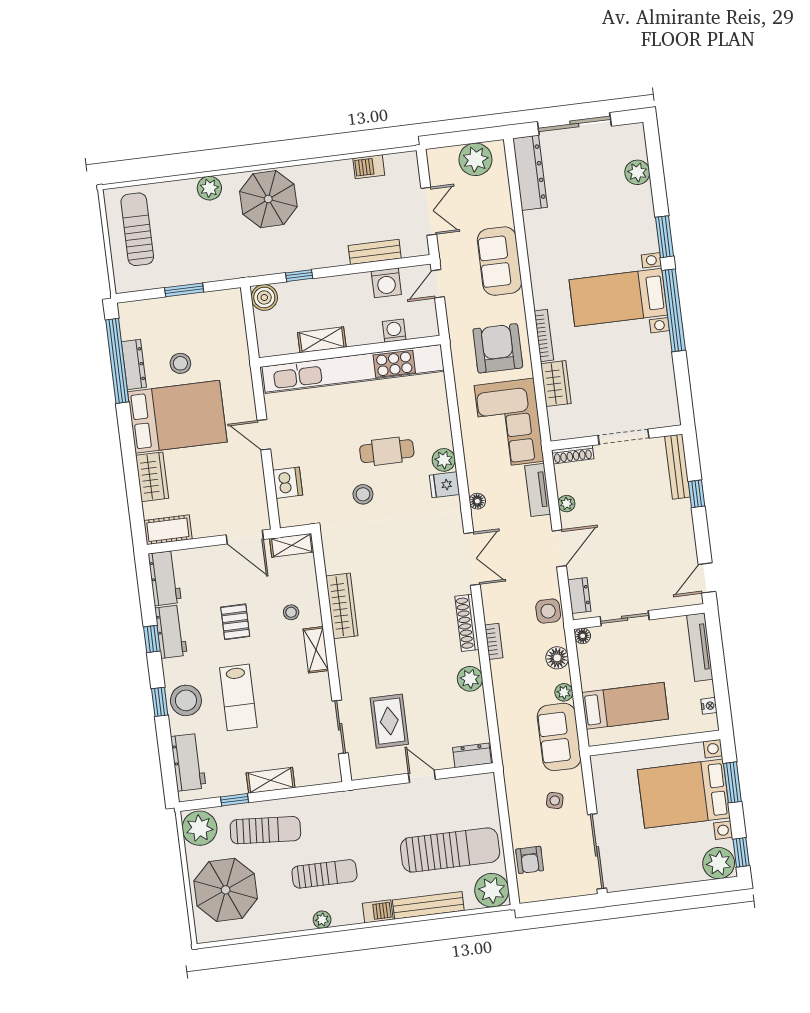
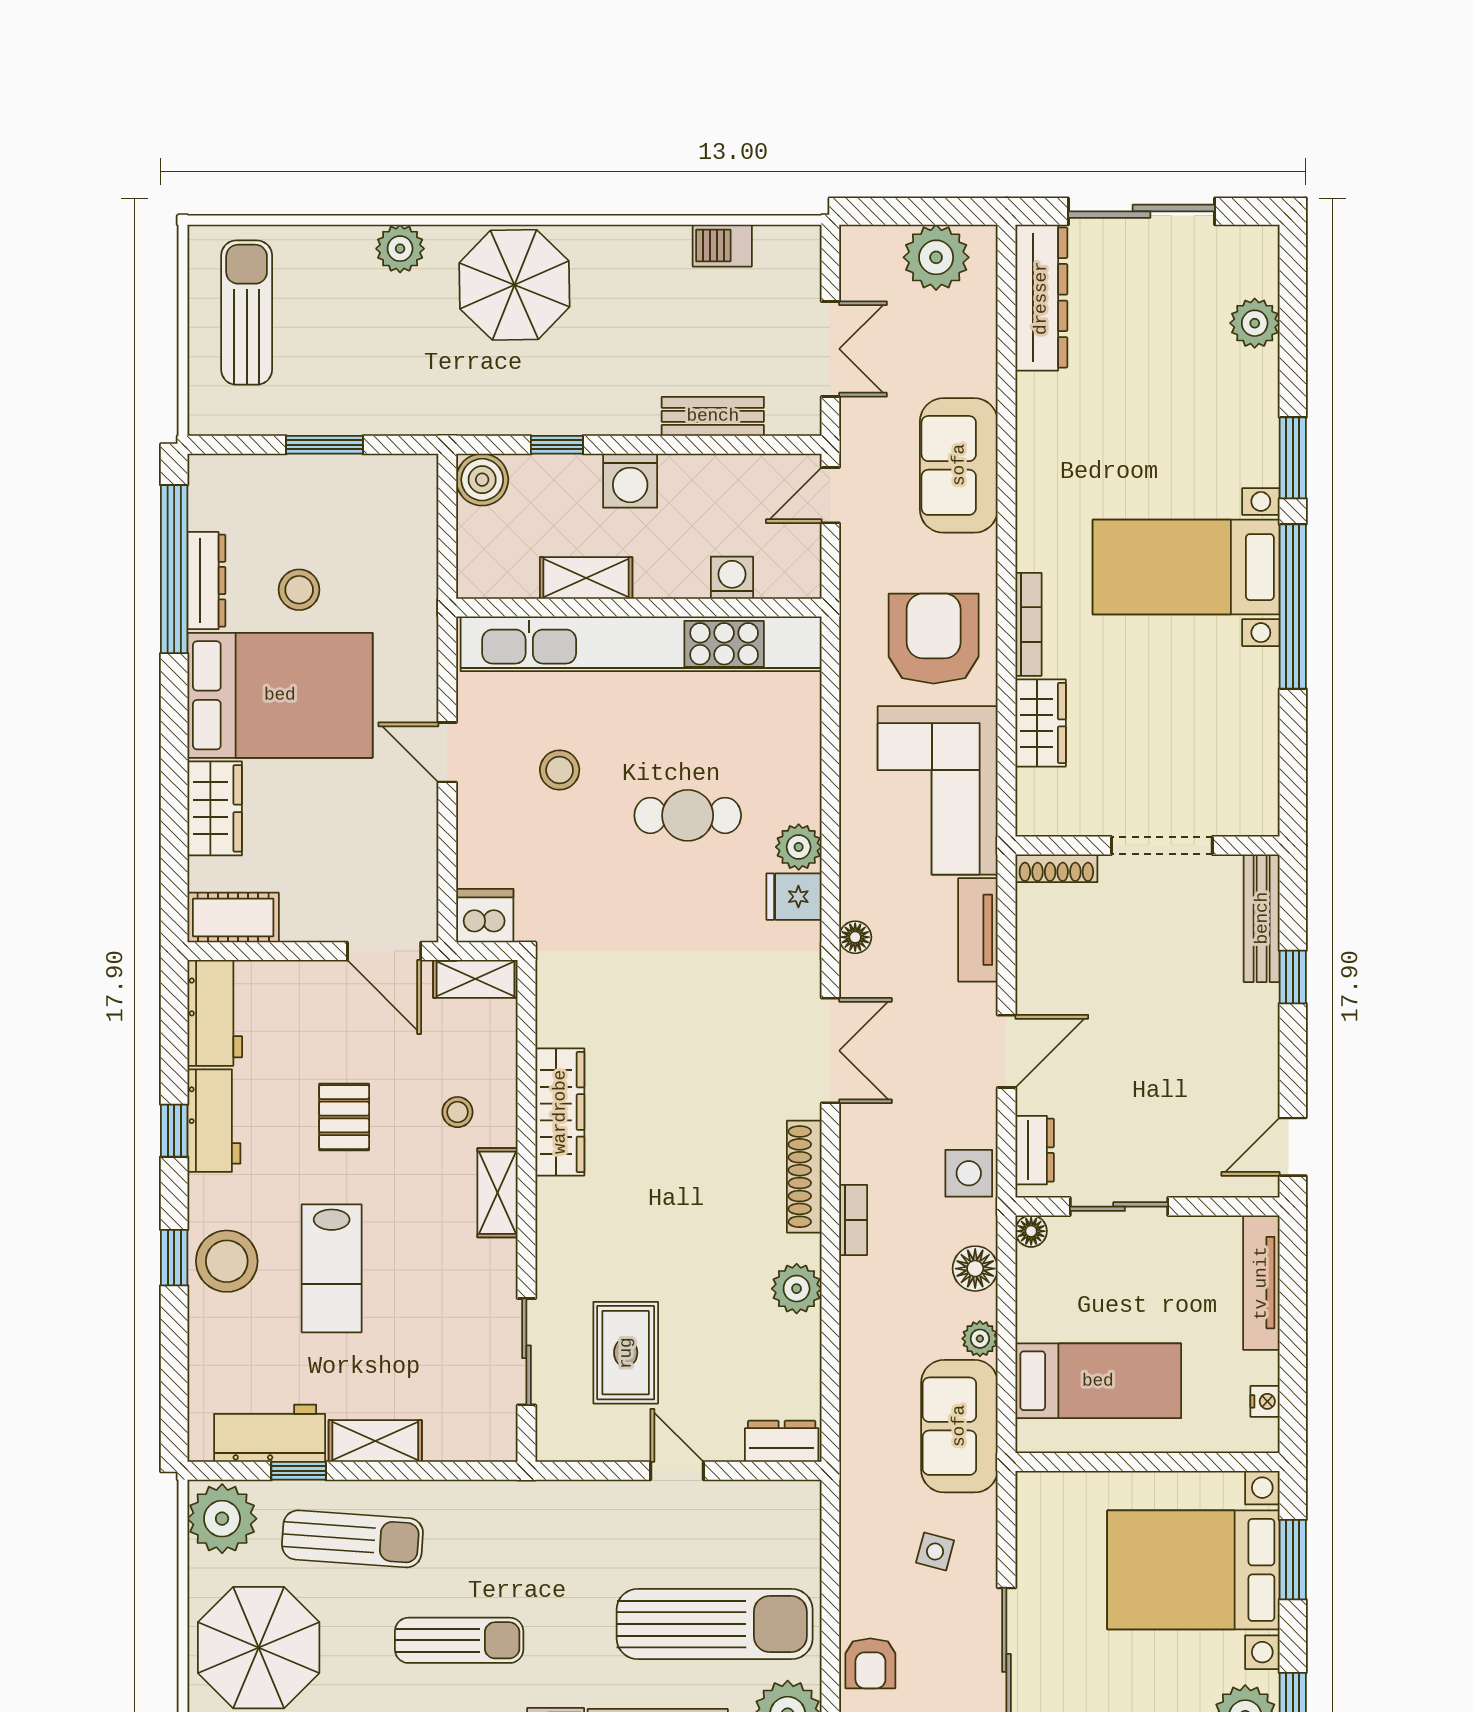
washing machine: (386, 283) -> (630, 481), moved
dishwasher: (288, 483) -> (485, 916), moved, turned -90
stool: (363, 494) -> (560, 770), moved
plant: (567, 504) -> (1032, 964), removed
workbench: (188, 762) -> (270, 1433), moved, turned -90

